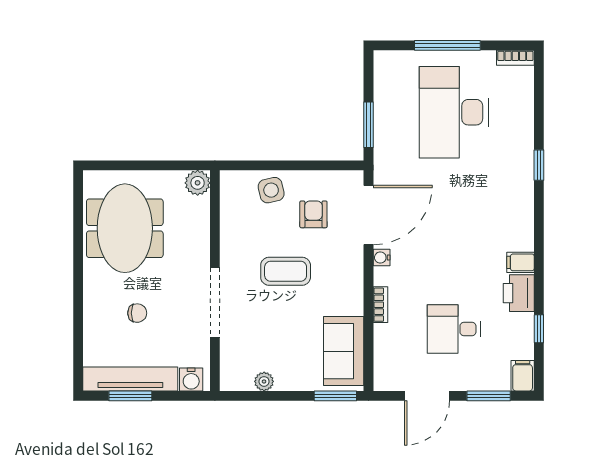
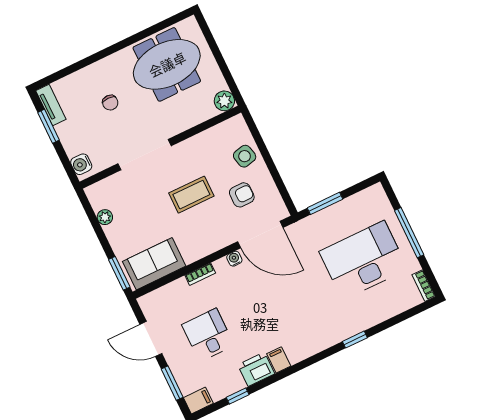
coffee table: (286, 271) -> (191, 195), turned 90
tv unit: (130, 379) -> (51, 105), width x0.52, depth x0.78

